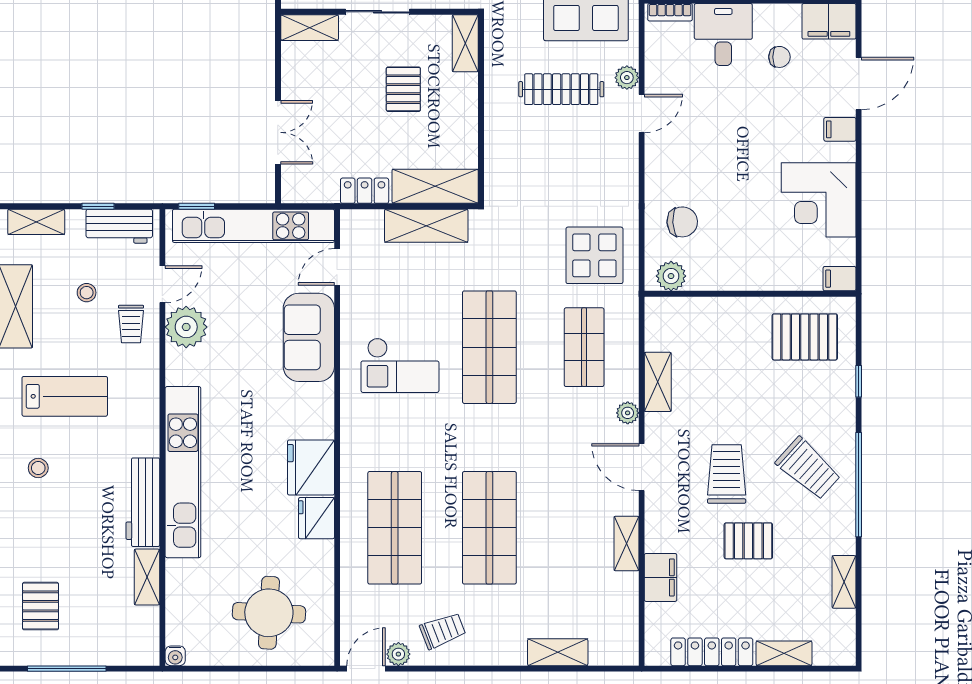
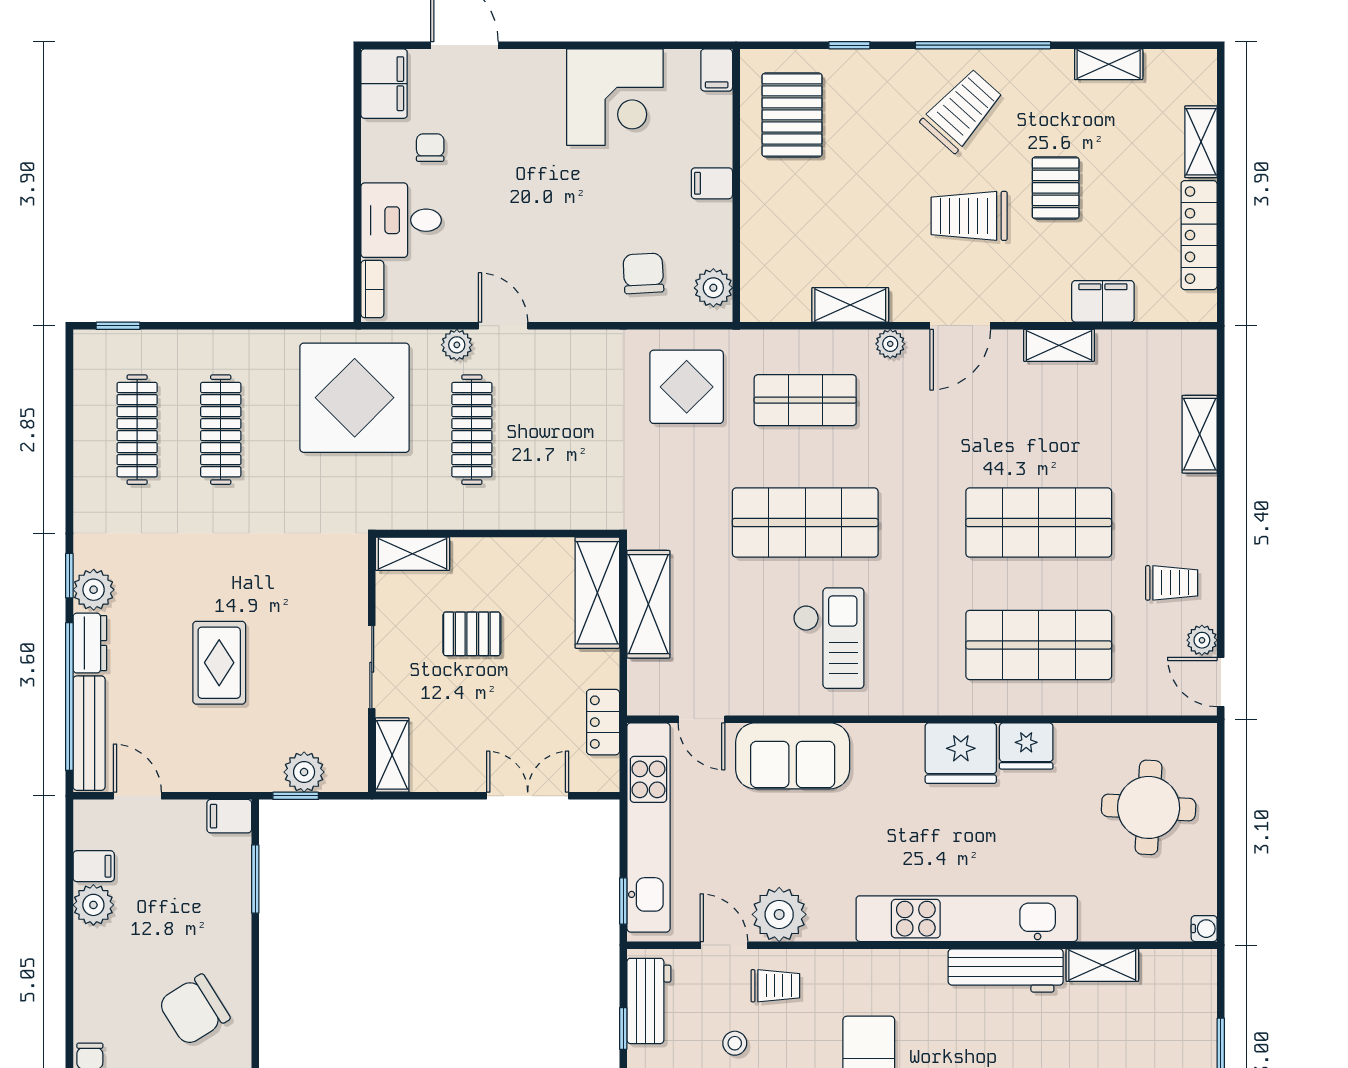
filing cabinet: (840, 129) -> (712, 183), moved, turned 90
locker: (365, 191) -> (603, 722), moved
trolley: (443, 631) -> (1172, 583), turned 111

